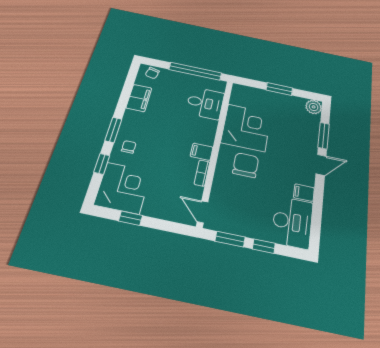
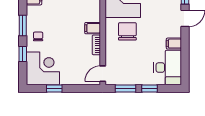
door: (203, 212) -> (103, 74), hinge flipped

